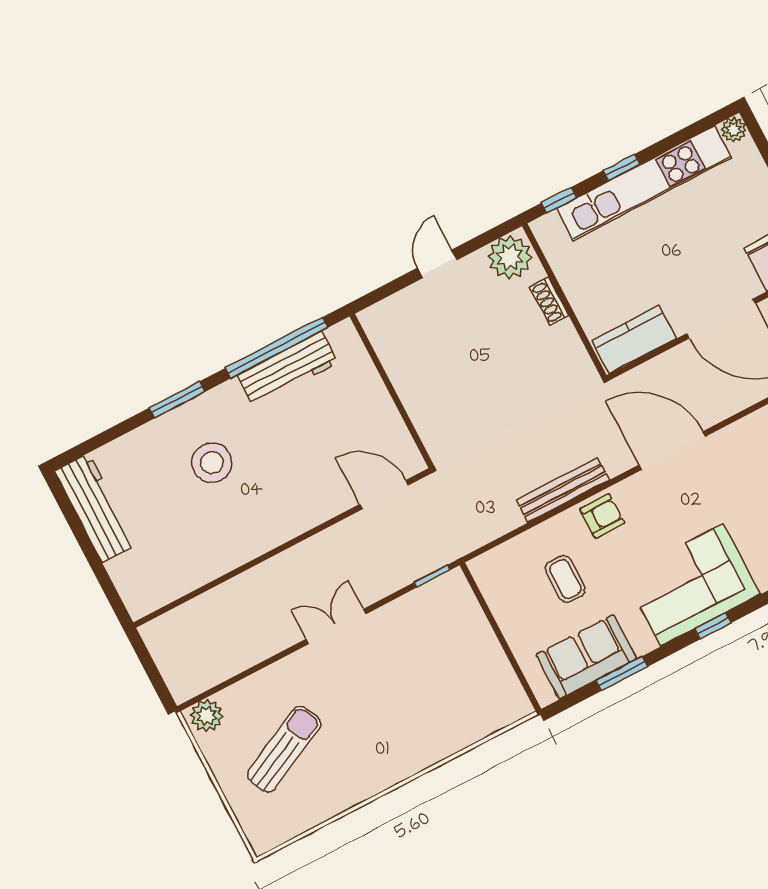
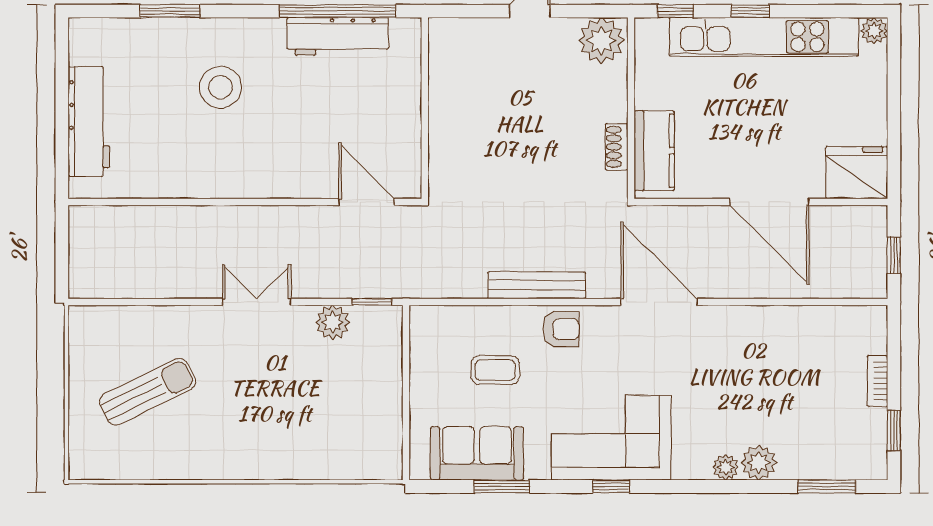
shoe rack: (549, 301) -> (617, 147), moved
kitchen counter: (634, 339) -> (654, 151), moved, turned 90
window: (177, 400) -> (170, 11), moved
workbench: (95, 508) -> (89, 121), moved
coffee table: (565, 579) -> (495, 370), turned 90
plant: (207, 716) -> (333, 322), moved

